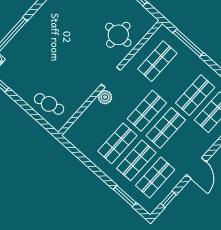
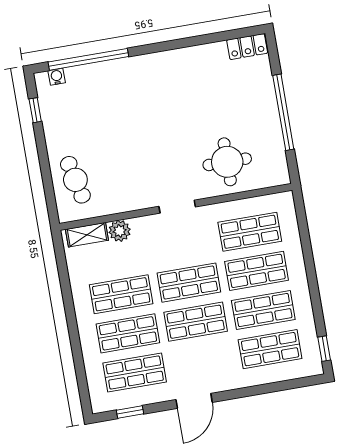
window: (188, 43) -> (305, 239), removed
shop shelf: (176, 78) -> (257, 271), added
plant: (105, 97) -> (120, 231), moved
shelving: (77, 127) -> (87, 235), added
window: (125, 196) -> (79, 366), removed

